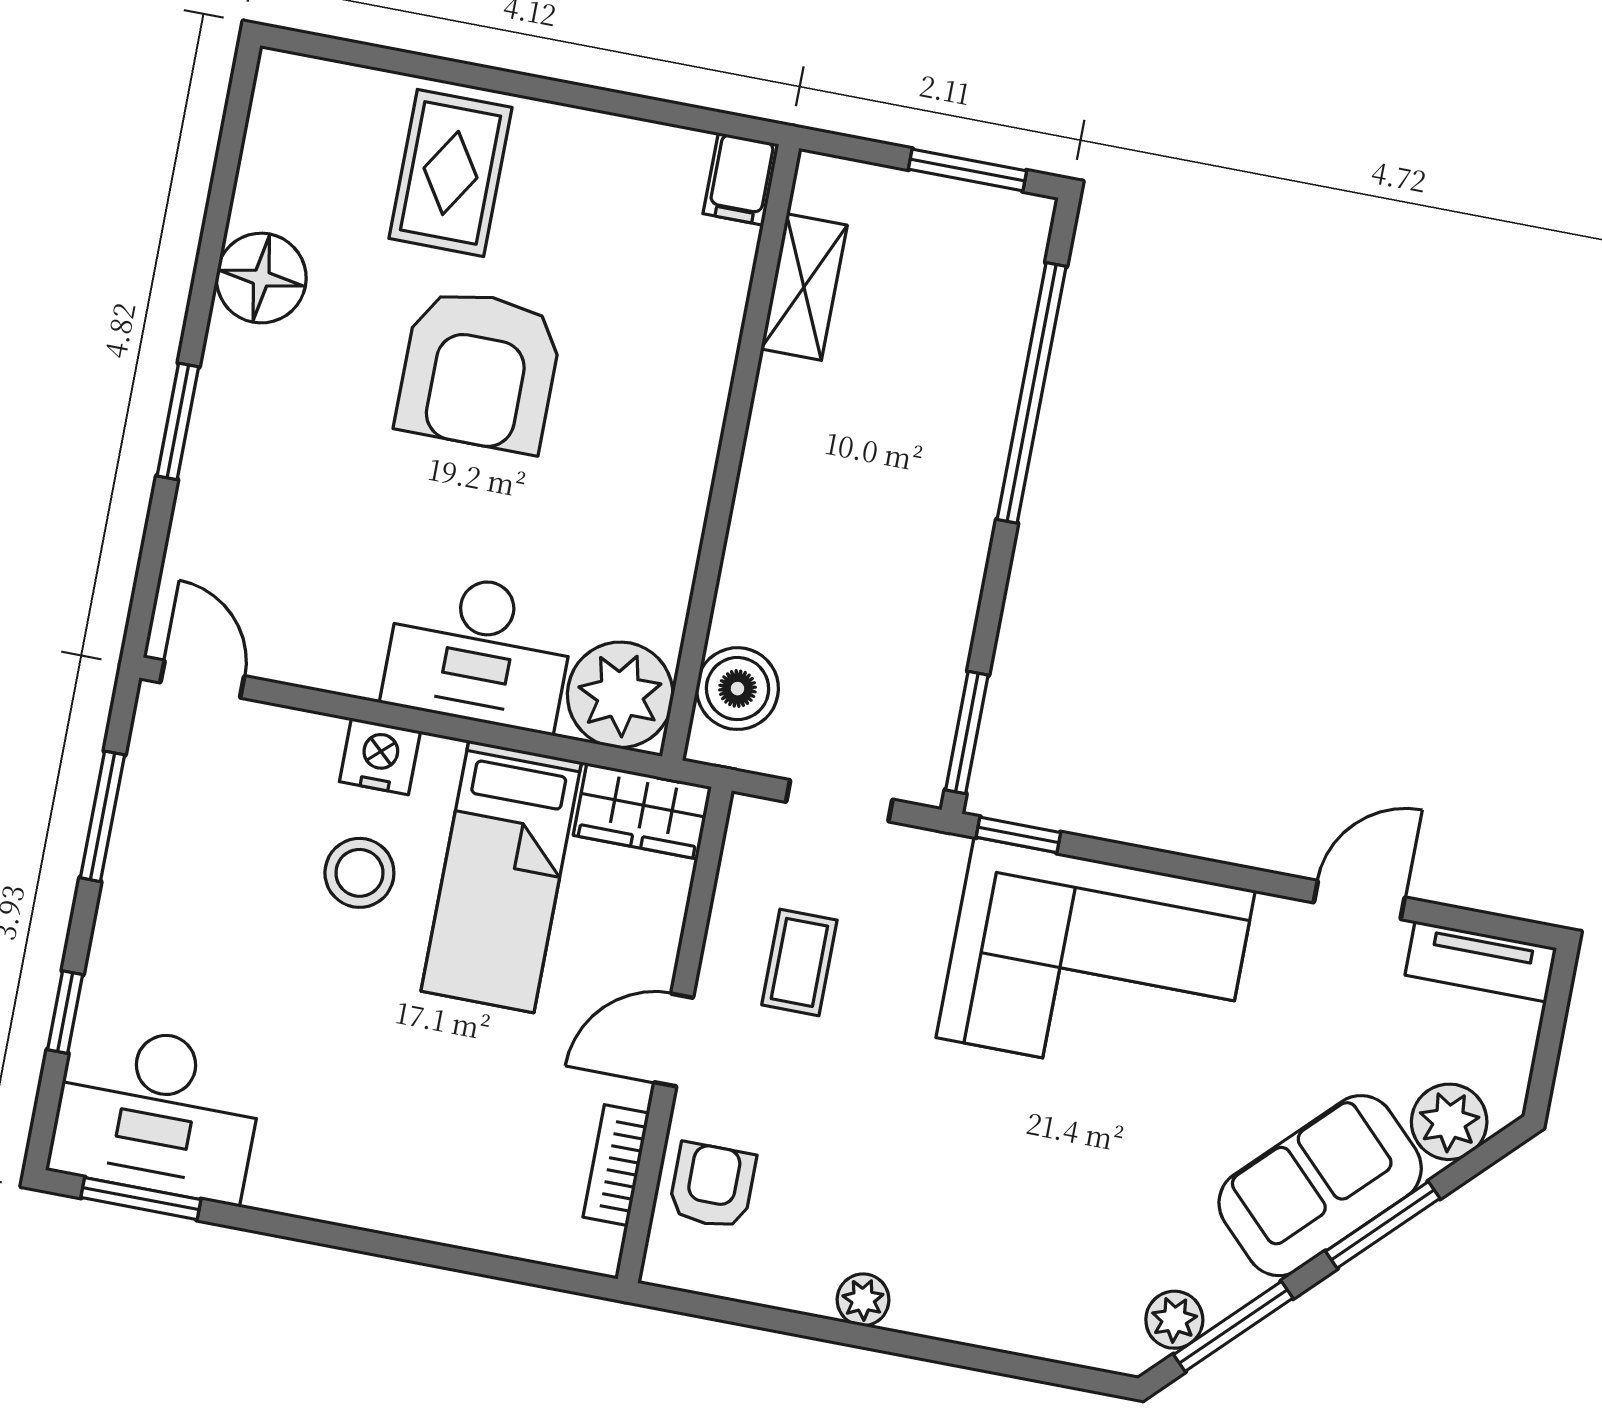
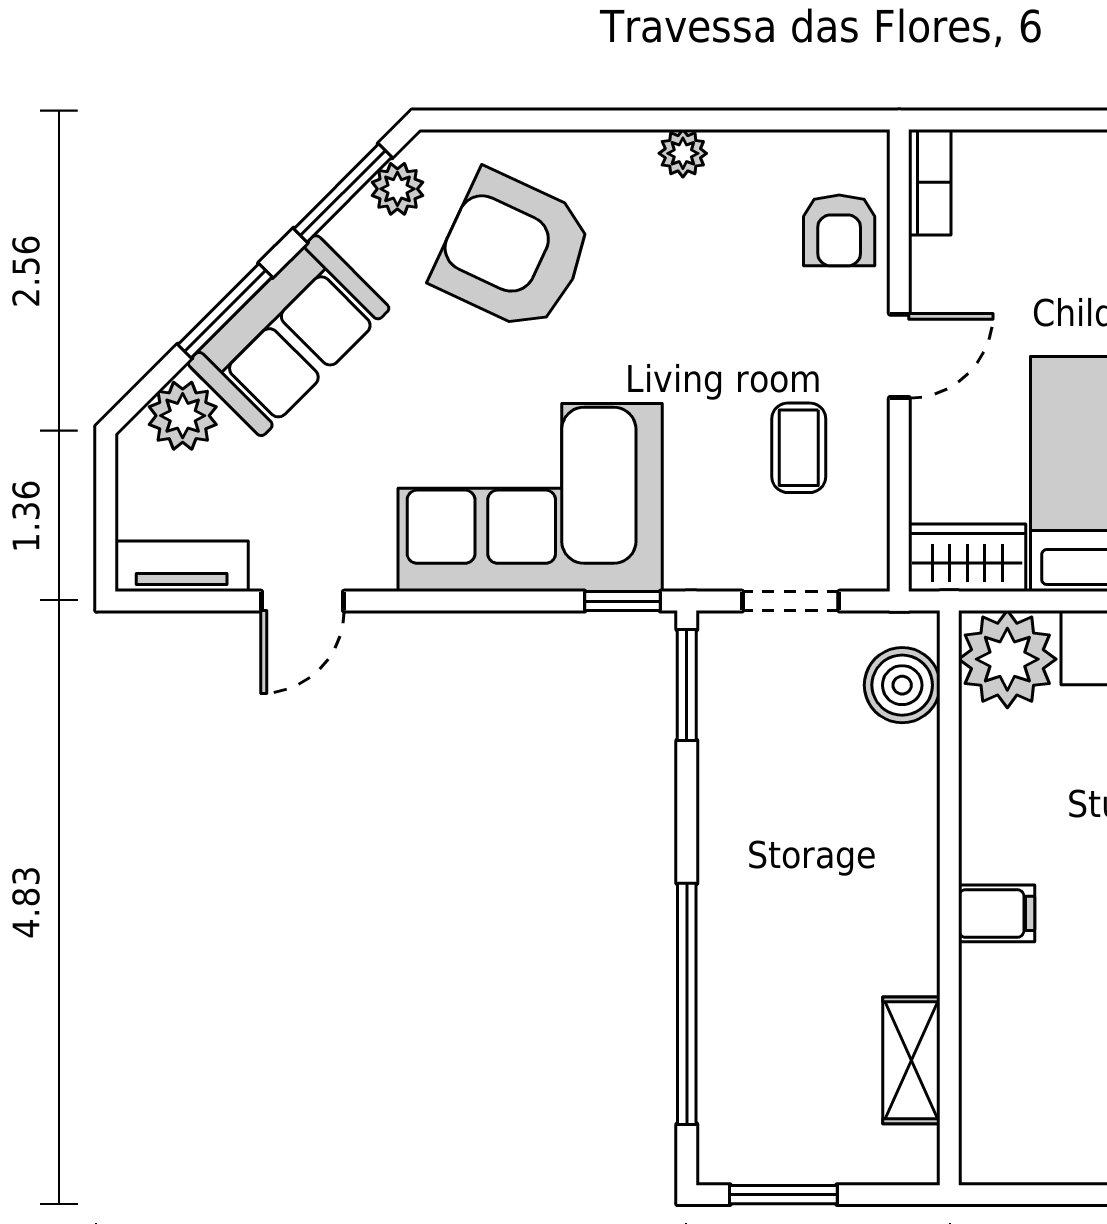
filing cabinet: (741, 179) -> (997, 913), moved, turned 90
bookcase: (616, 1165) -> (930, 182), moved
armchair: (1064, 1230) -> (513, 251), added

